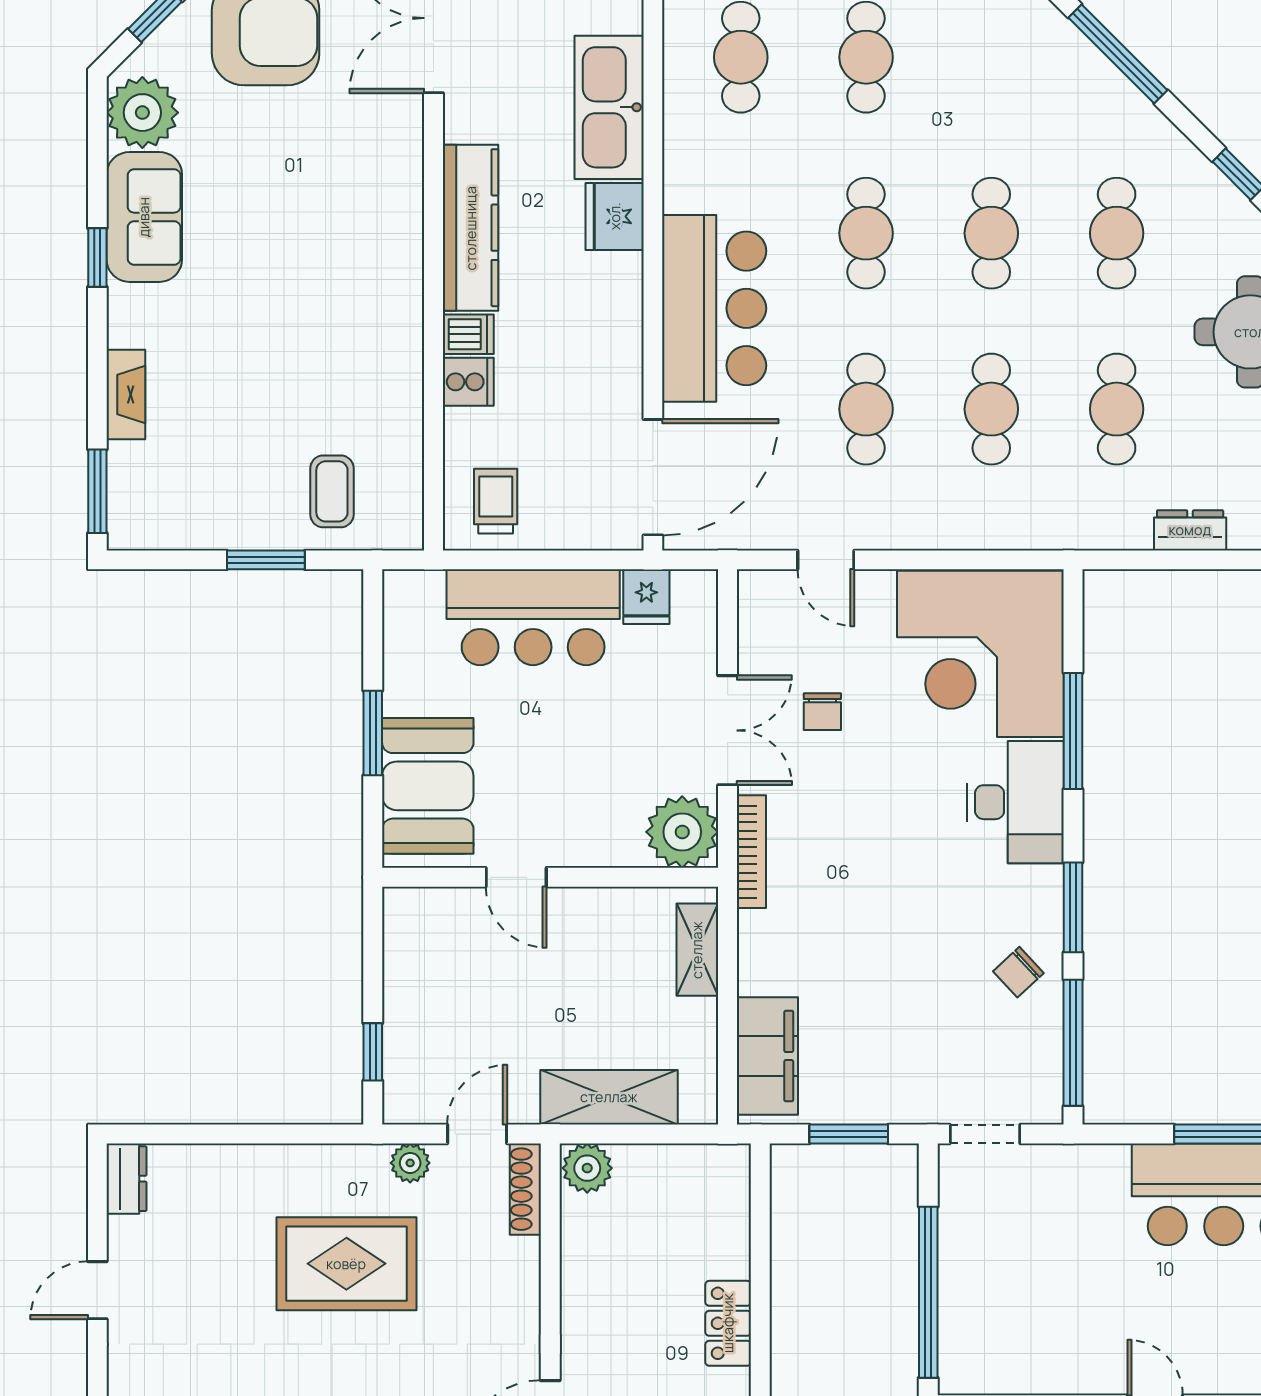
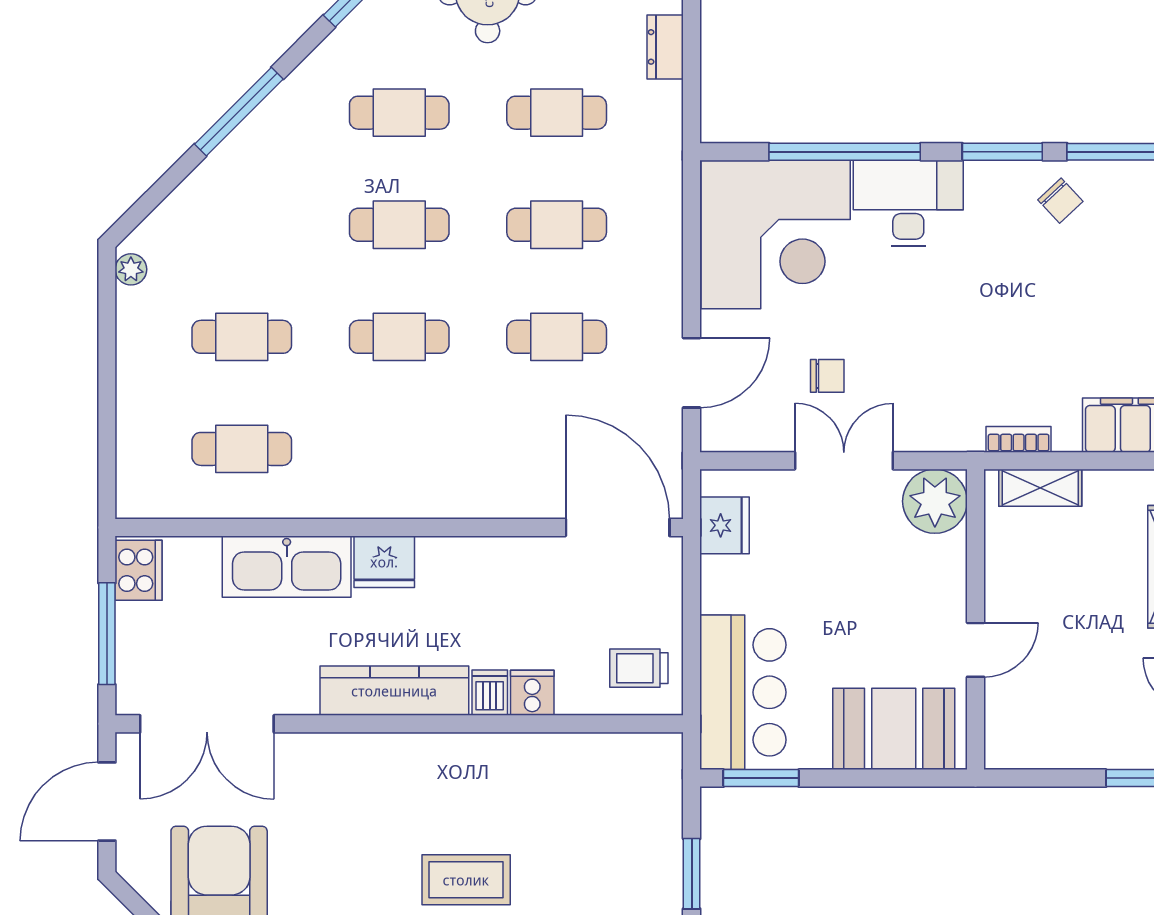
bar counter: (714, 308) -> (467, 473), removed
coffee table: (332, 491) -> (466, 880), moved, width x1.36, depth x1.30
door: (826, 560) -> (692, 373), width x1.38
fridge: (646, 597) -> (724, 525), width x1.38
bar counter: (533, 617) -> (743, 692), moved
window: (1073, 731) -> (845, 152), width x1.46
window: (373, 733) -> (761, 778), moved
bookcase: (751, 852) -> (1019, 439), moved, width x0.64

